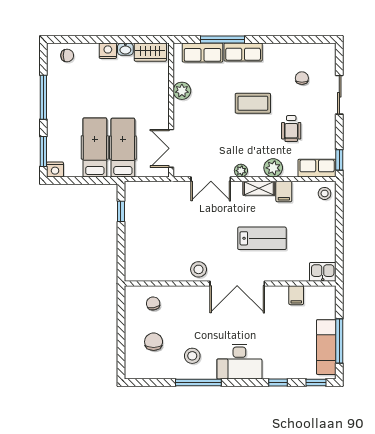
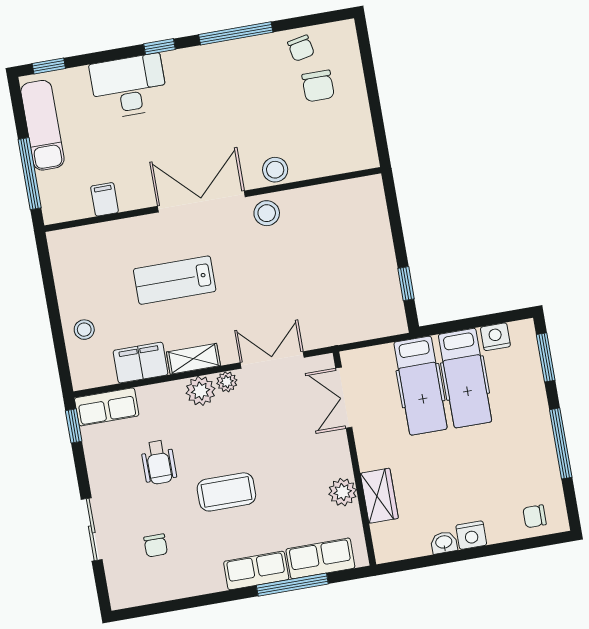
wardrobe: (150, 52) -> (379, 496), moved, turned 90
wheelchair: (291, 129) -> (159, 462), turned 180
double door: (171, 148) -> (344, 398), swing flipped
plant: (273, 168) -> (201, 391), moved
nightstand: (55, 169) -> (495, 337), moved
filing cabinet: (284, 191) -> (141, 363), width x2.00
stool: (325, 193) -> (84, 330), moved
kitchen sink: (323, 272) -> (69, 244), removed
chair: (153, 303) -> (301, 48), moved
window: (339, 341) -> (30, 174), moved
stool: (192, 356) -> (275, 170), moved
desk: (239, 362) -> (129, 86), moved
window: (278, 383) -> (160, 47), moved

